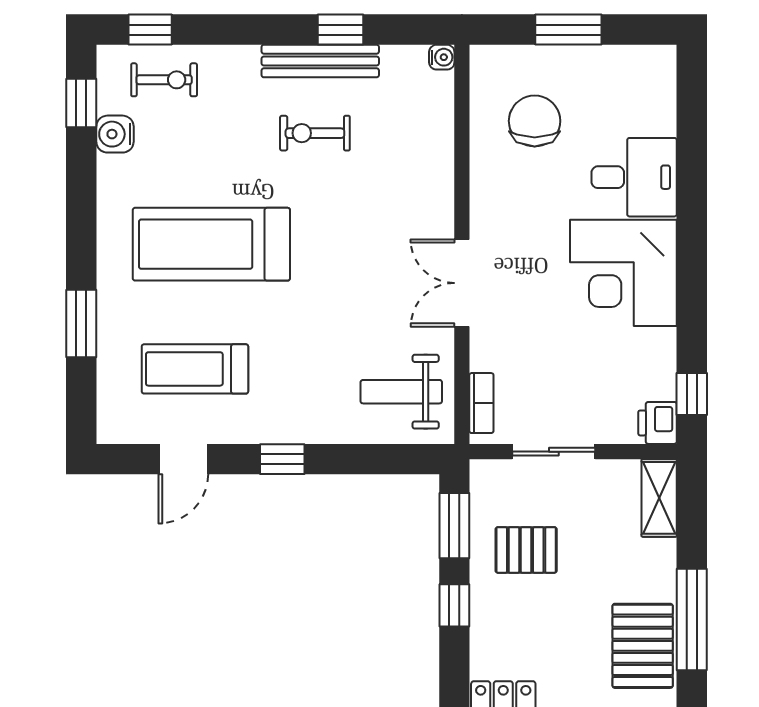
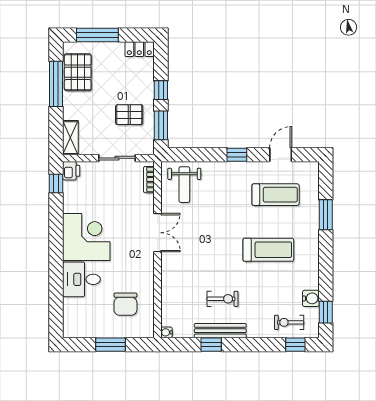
treadmill: (211, 244) -> (268, 250), width x0.73, depth x0.73
weight bench: (401, 392) -> (184, 185), turned 90

